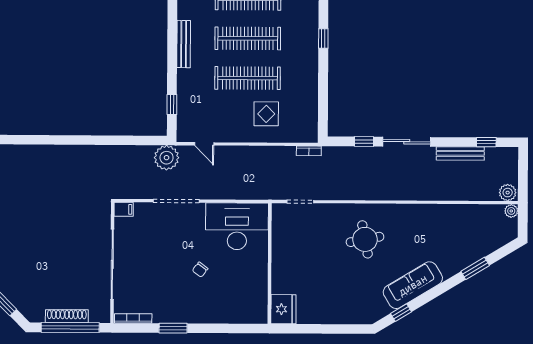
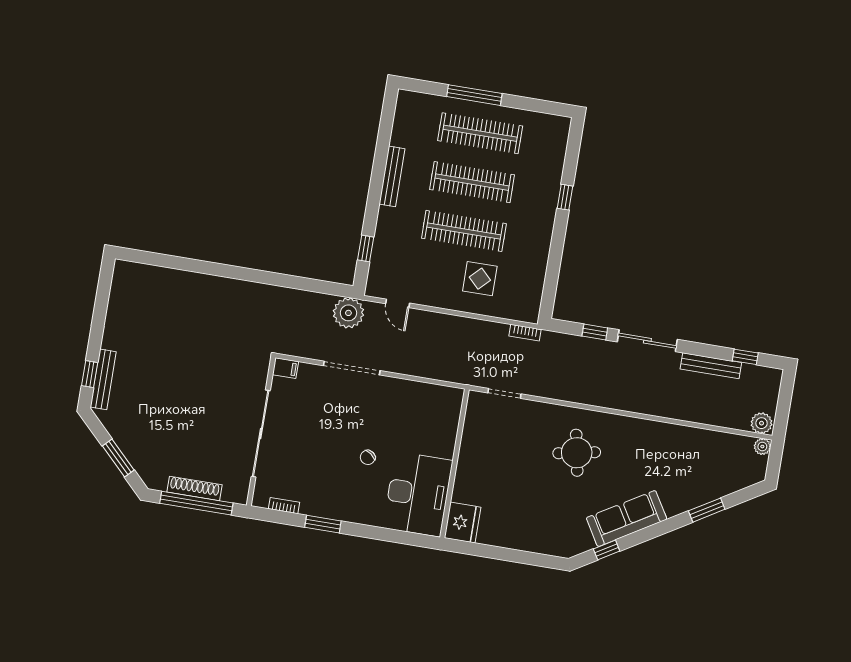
desk: (237, 226) -> (418, 494), moved, turned 90
bookcase: (133, 318) -> (284, 506), width x0.64

